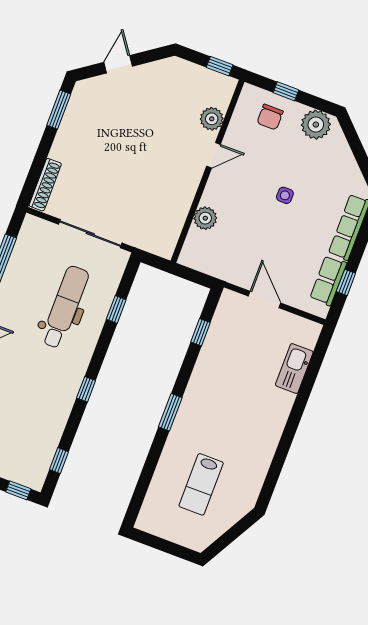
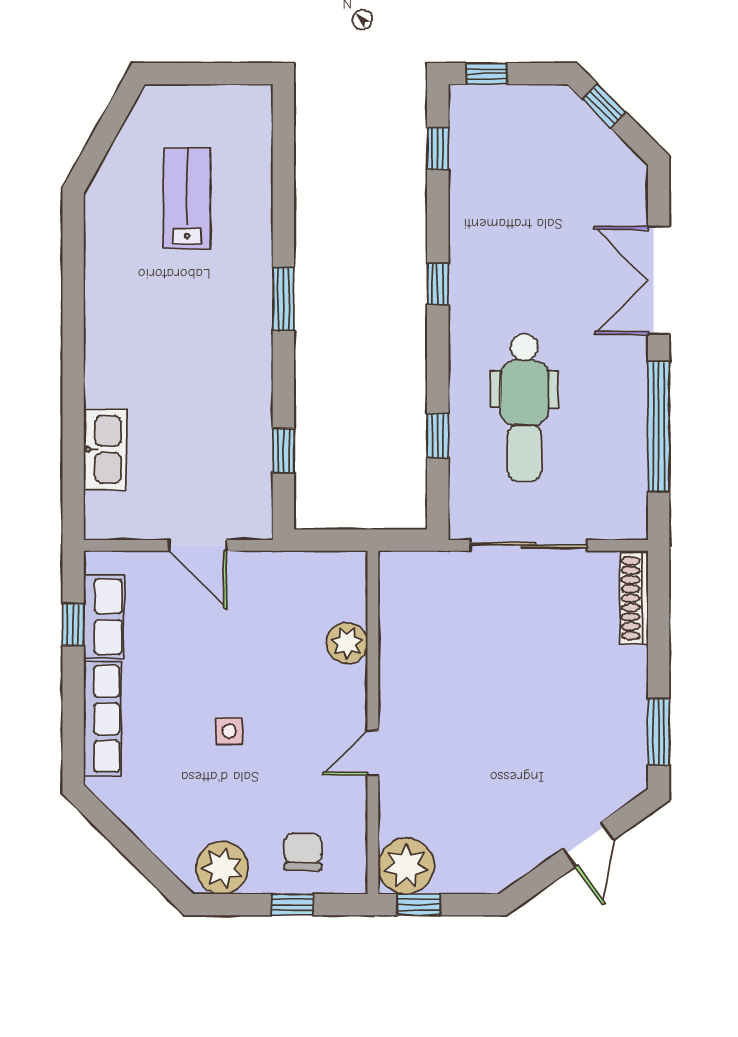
plant: (212, 119) -> (406, 866), moved, width x1.36, depth x1.36

